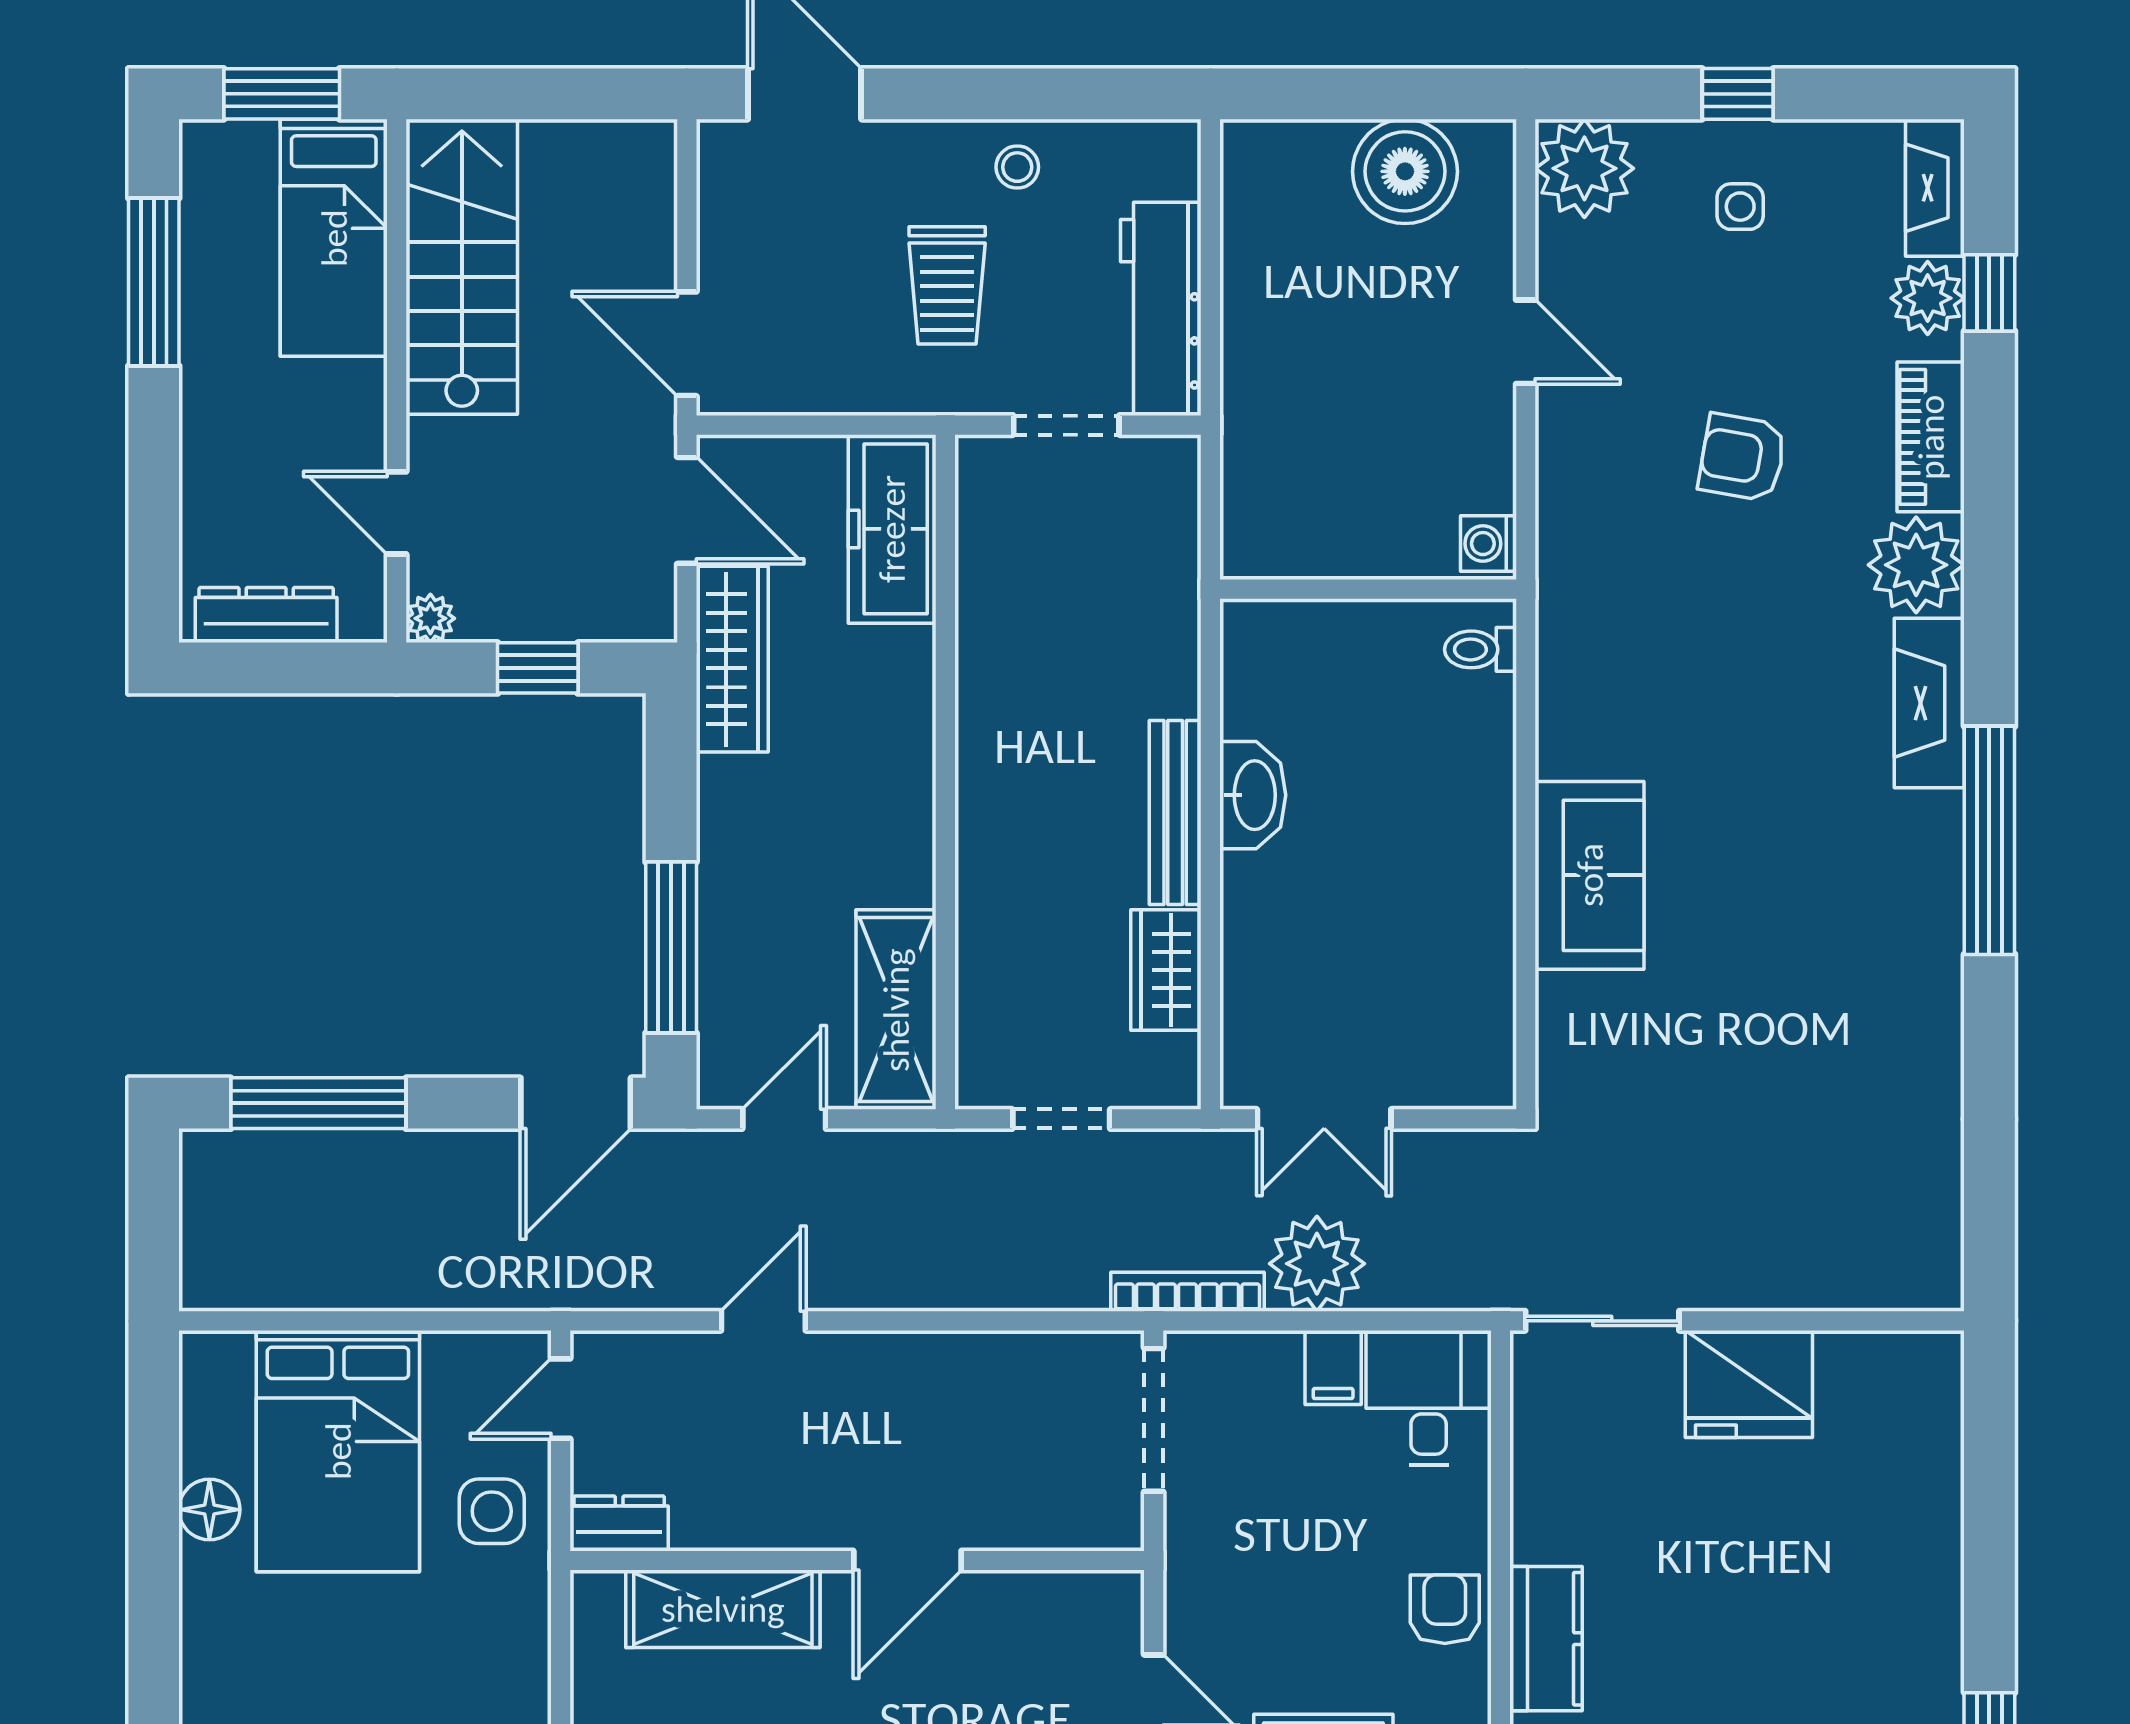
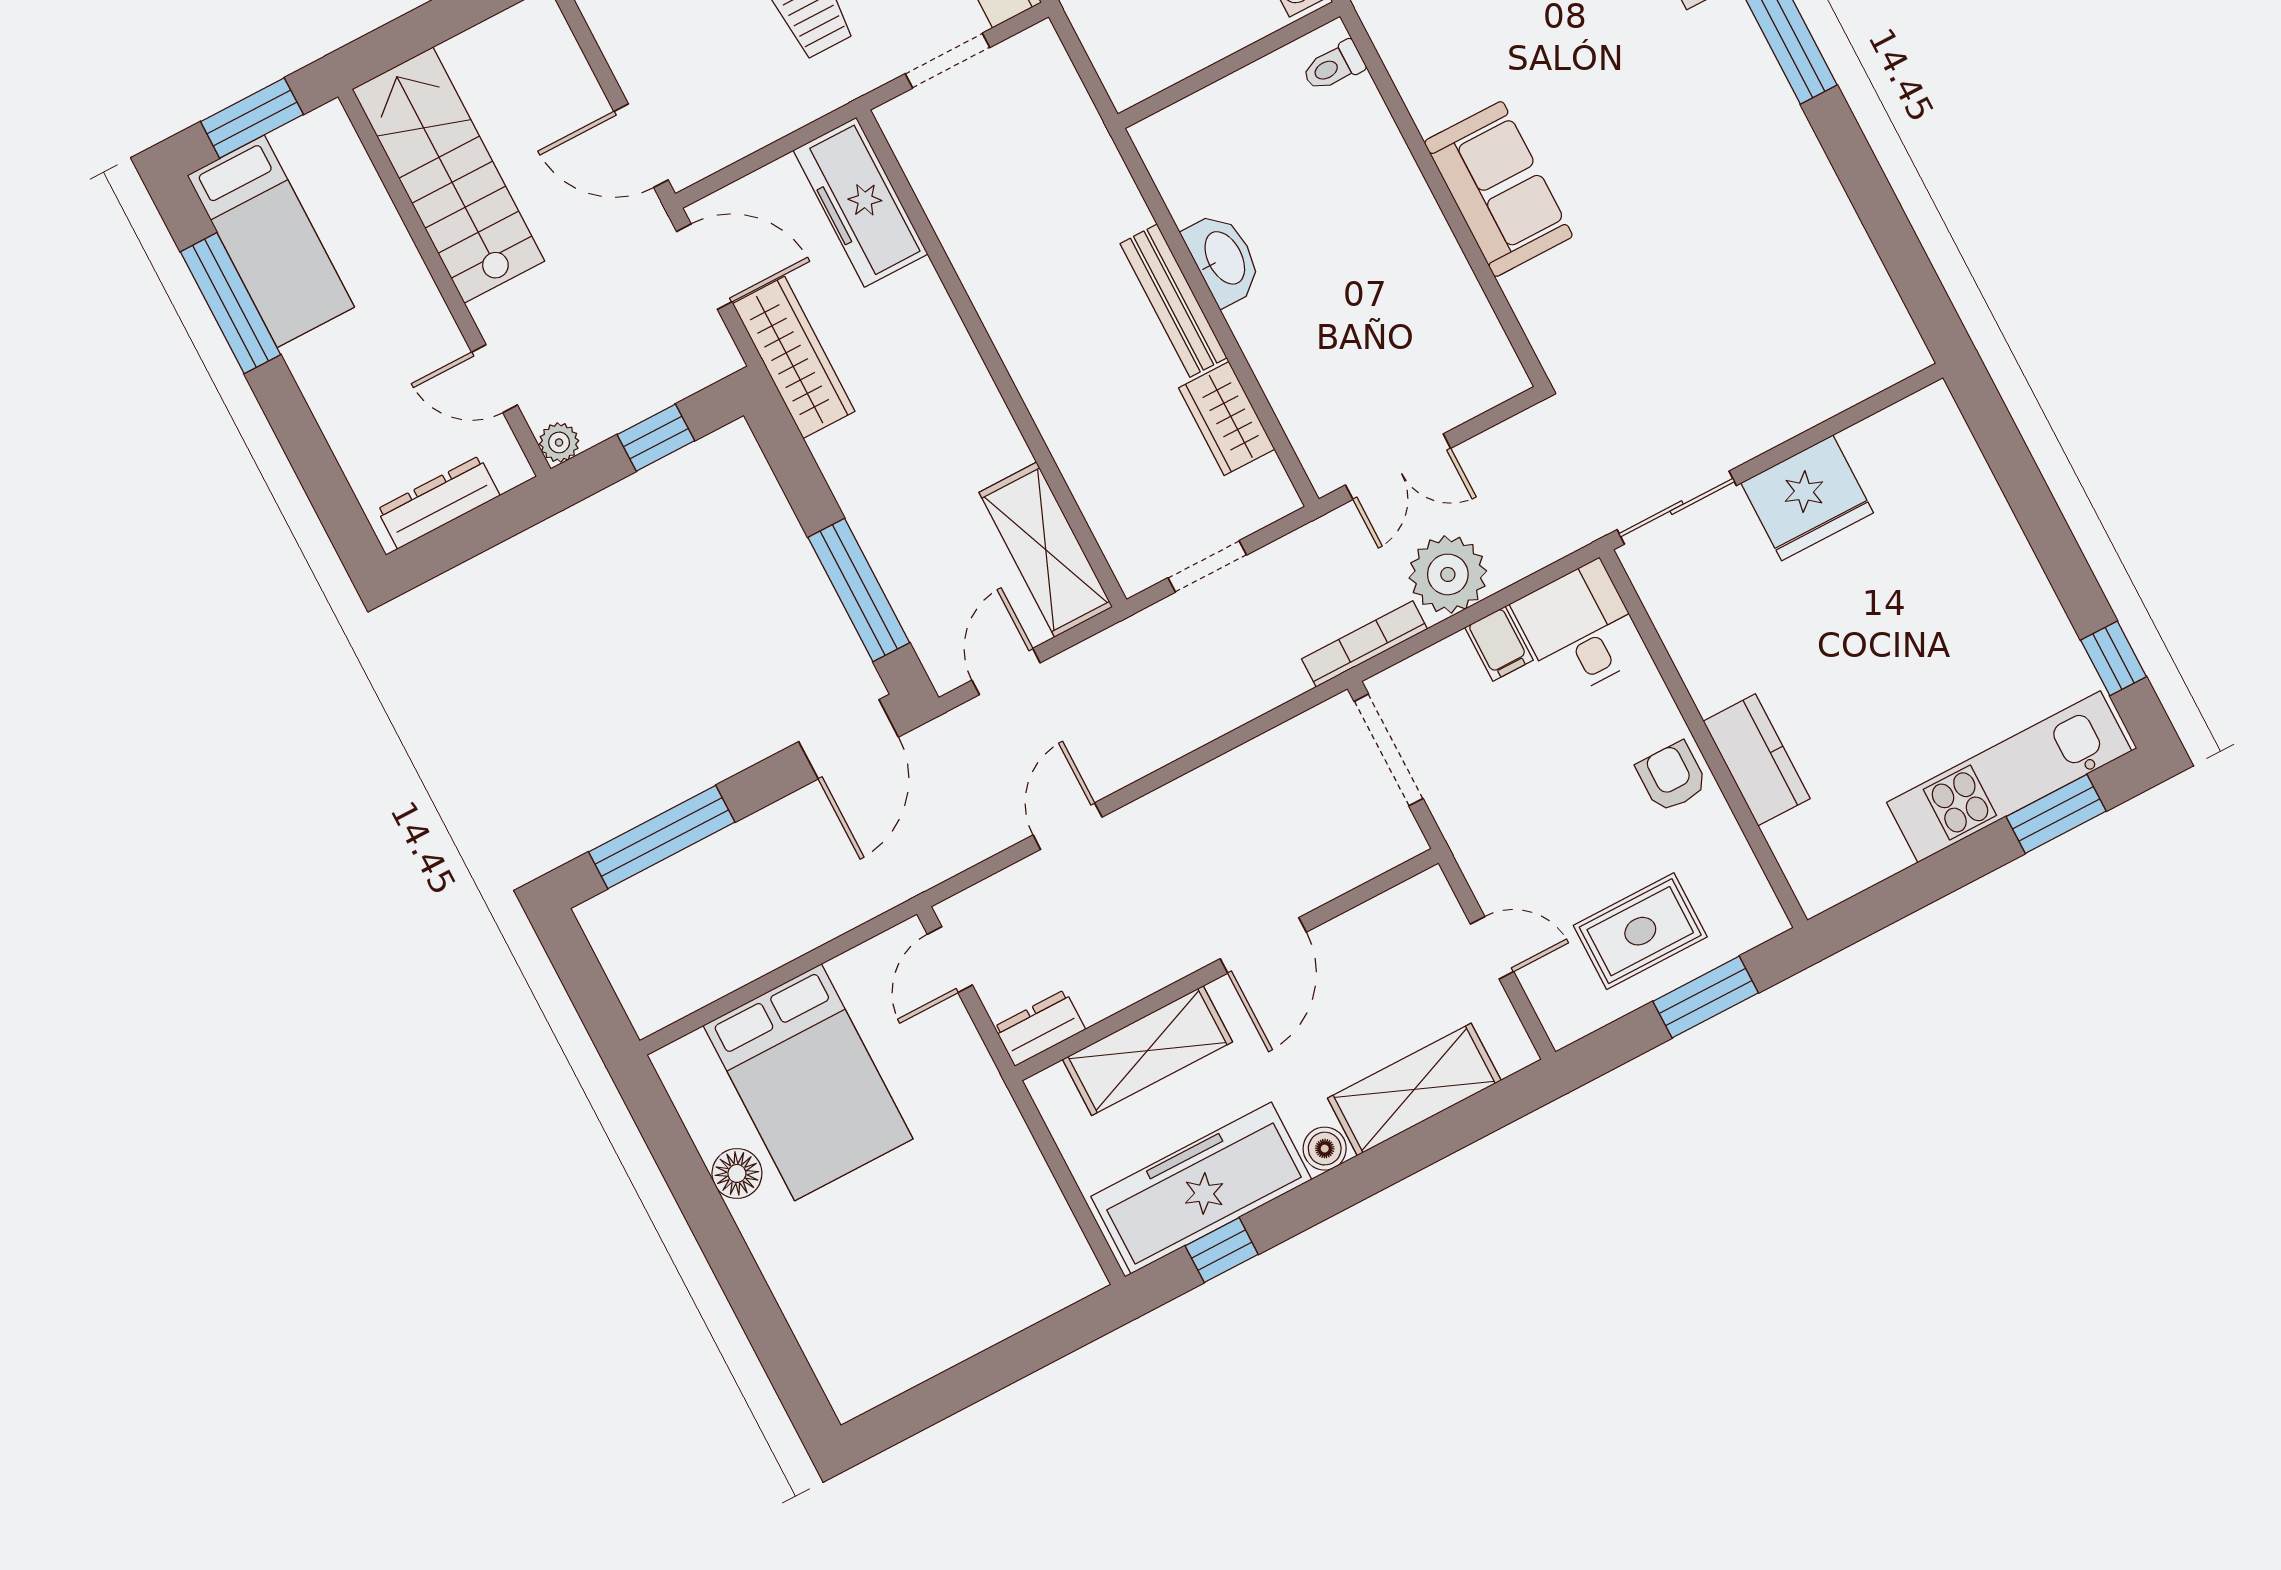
bed: (334, 238) -> (271, 241), moved
side table: (492, 1511) -> (943, 1068), removed

